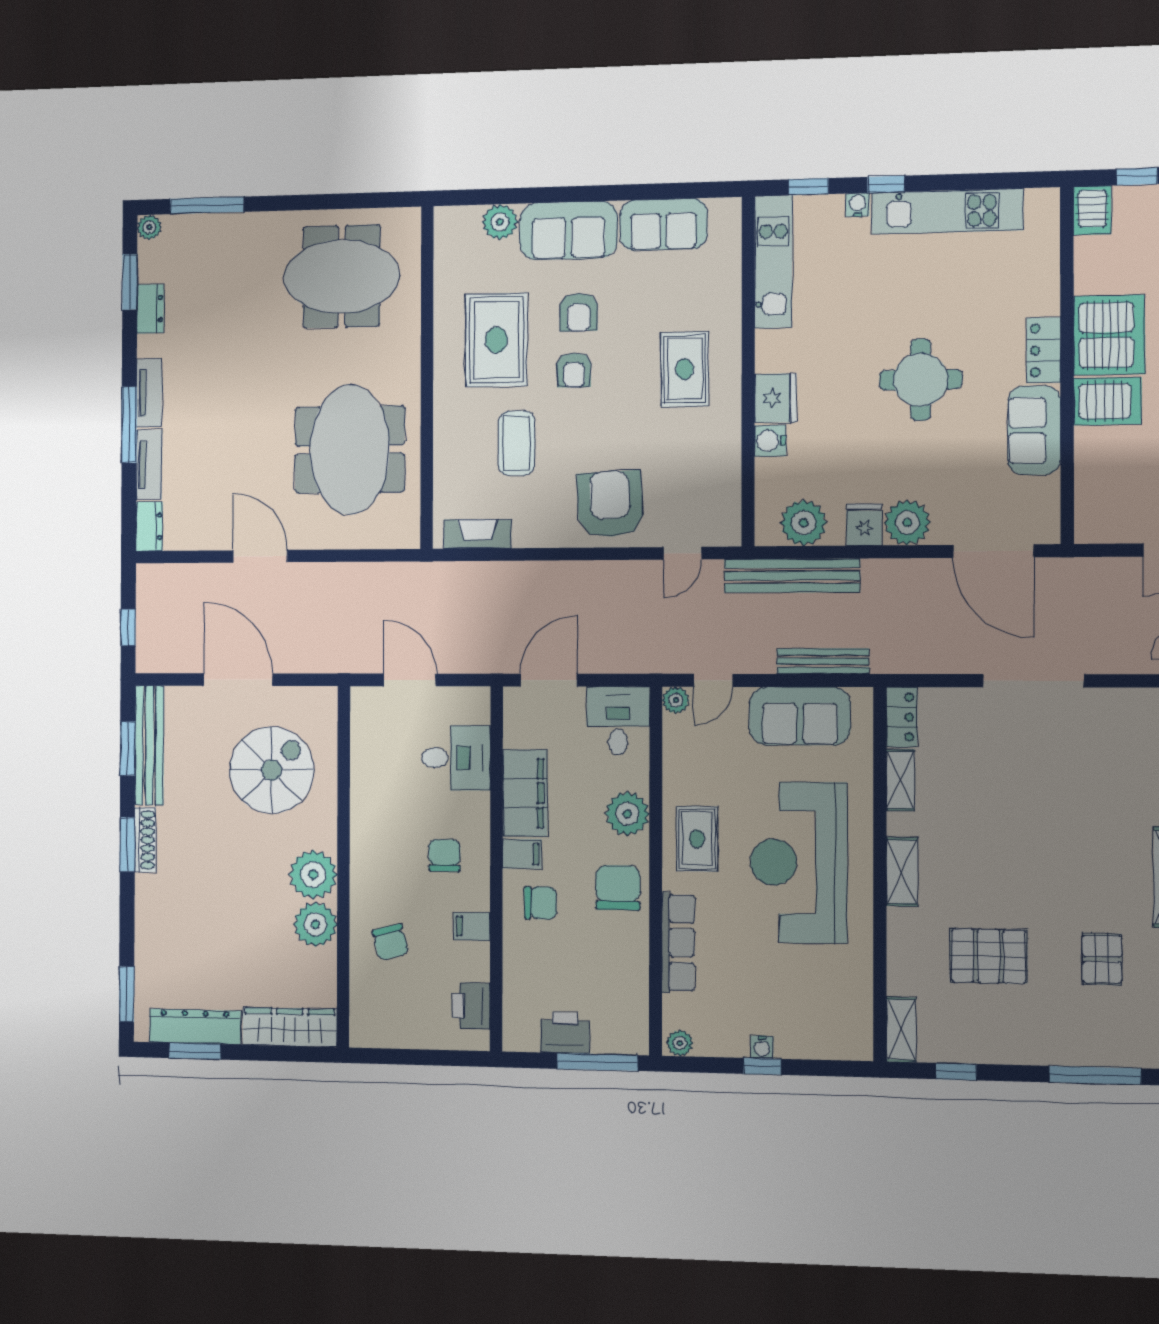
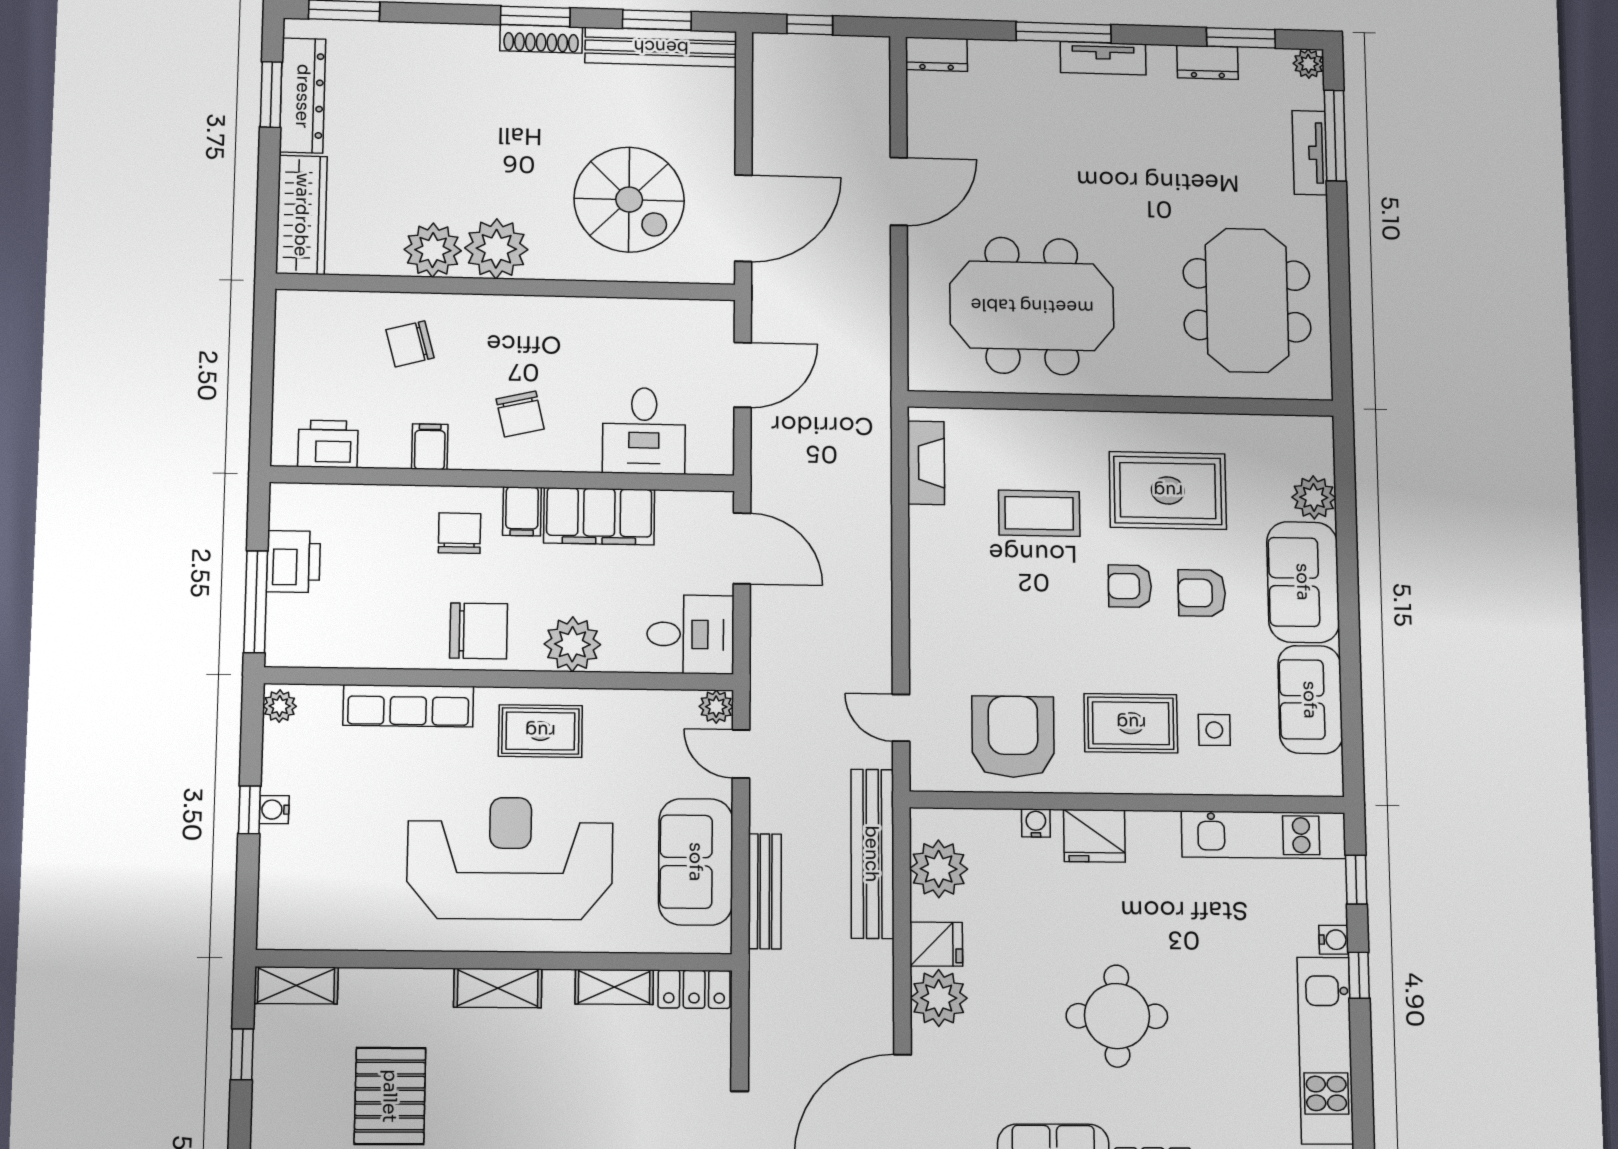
side table: (689, 302) -> (1214, 730), added
water cooler: (770, 441) -> (1036, 823), width x0.72, depth x0.72
tv unit: (149, 465) -> (1310, 153), moved, turned 90
armchair: (610, 504) -> (1013, 737), moved, turned -87
door: (238, 680) -> (743, 218), moved
chair: (444, 856) -> (520, 414), turned 77
chair: (540, 903) -> (459, 533), turned 180

